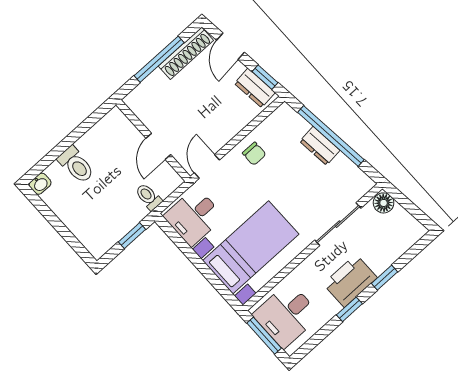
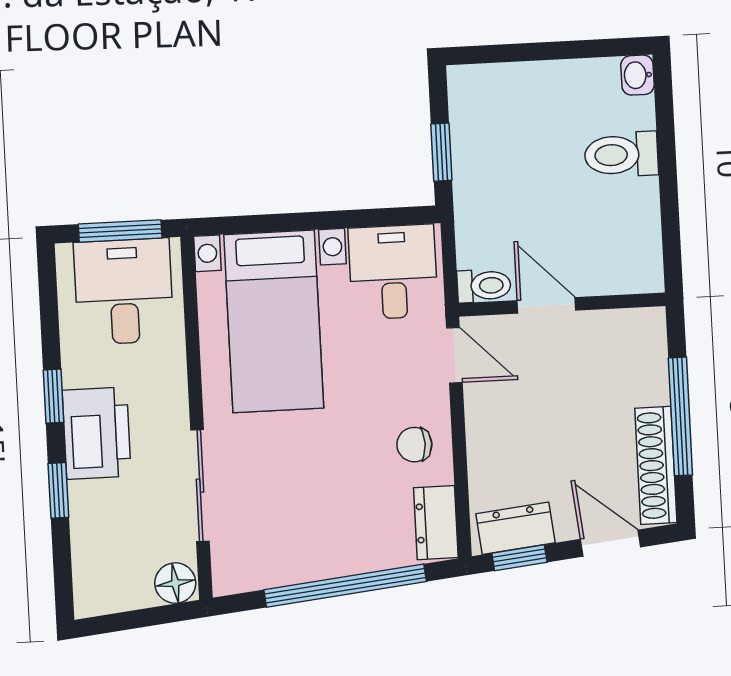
dresser: (320, 146) -> (436, 523), moved, turned -84
toilet: (148, 197) -> (484, 286), moved

